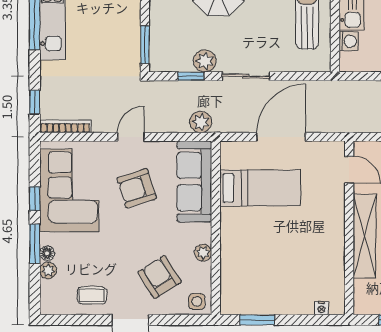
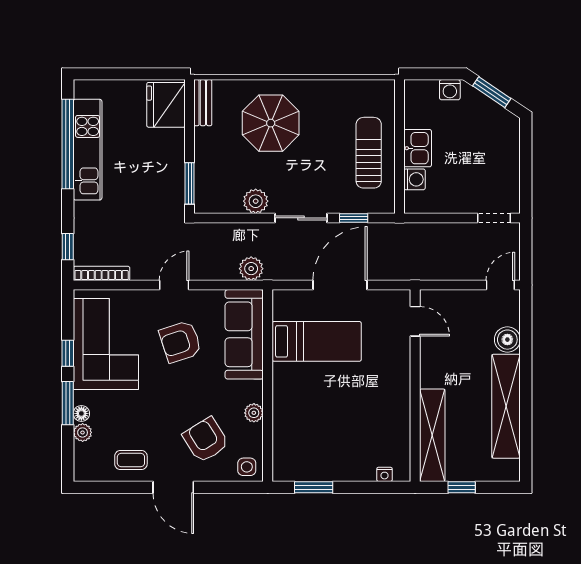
window: (191, 76) -> (354, 218), moved
shelving: (365, 236) -> (432, 435), moved

